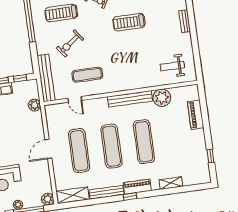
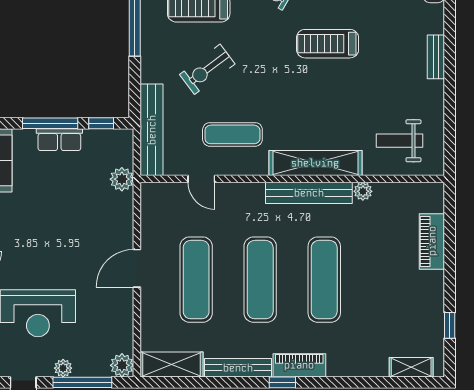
shelving: (131, 83) -> (315, 163), added
plant: (162, 98) -> (363, 191), width x0.53, depth x0.53
shelving: (171, 183) -> (411, 367), moved

